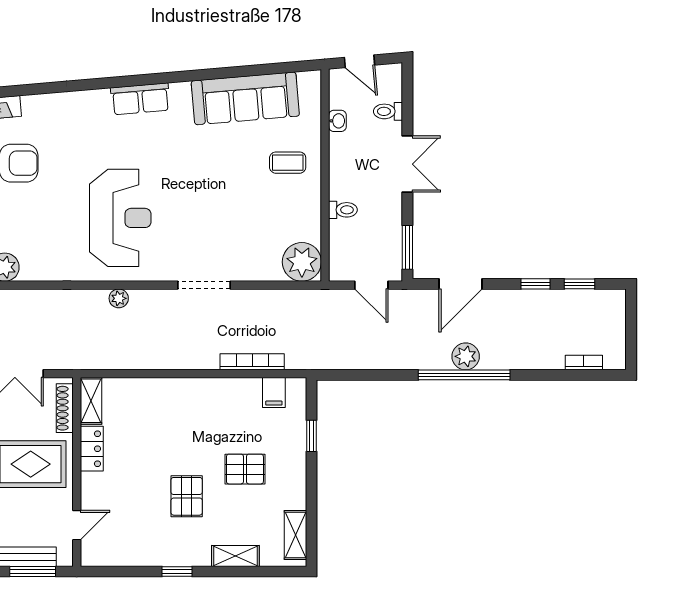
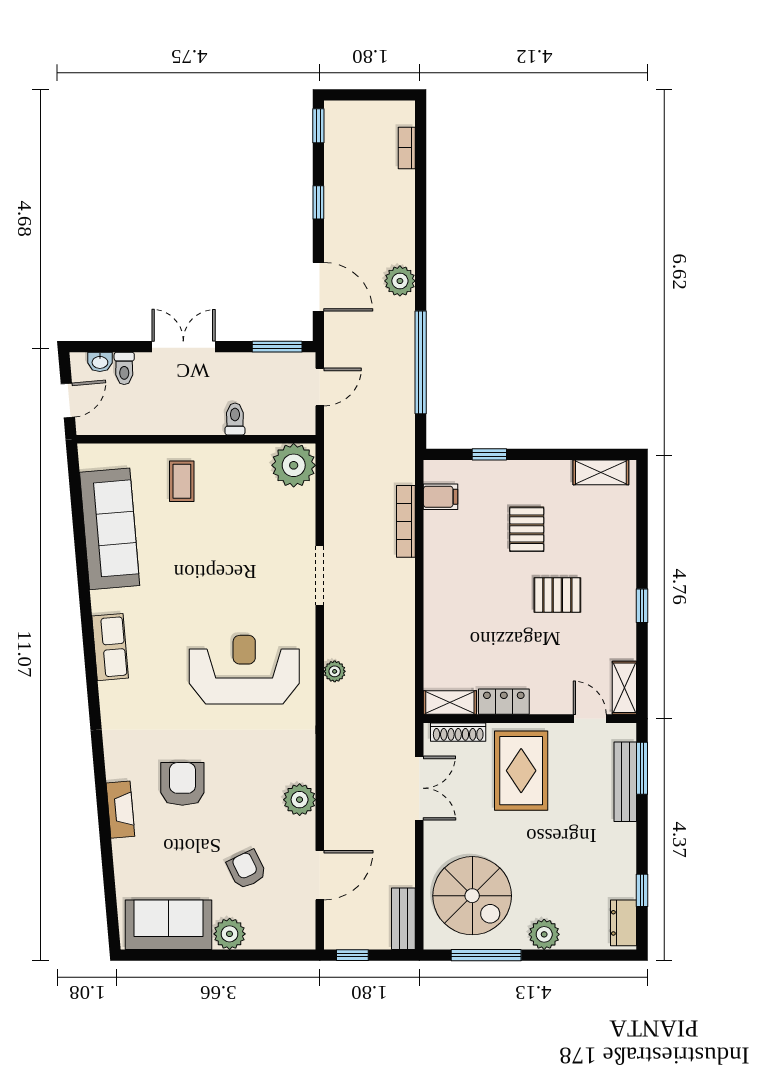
washbasin: (337, 121) -> (100, 362), moved, turned 180
window: (580, 284) -> (318, 126), moved
window: (464, 375) -> (421, 362), moved
shelving: (235, 556) -> (624, 688), moved

